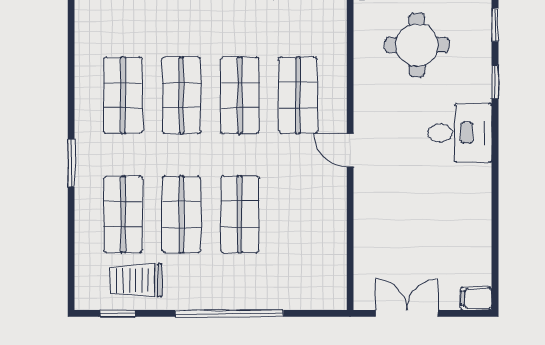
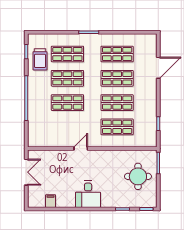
desk: (460, 133) -> (88, 194), moved
door: (350, 150) -> (81, 149), moved
trolley: (136, 280) -> (40, 59), turned 180
filing cabinet: (476, 298) -> (51, 201), moved

